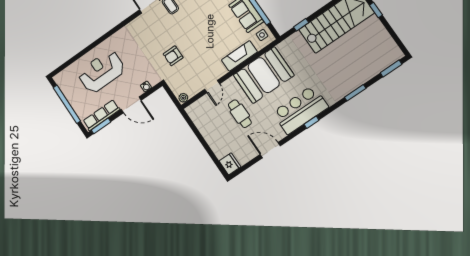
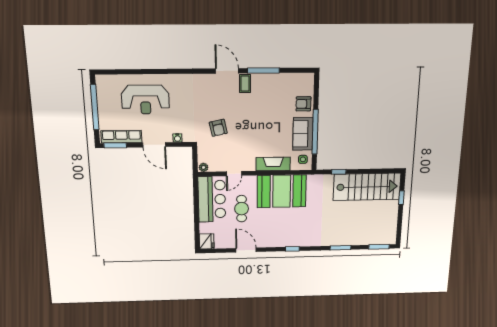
armchair: (173, 56) -> (218, 128), turned -102
reception desk: (101, 72) -> (145, 100), turned 180
bar counter: (300, 110) -> (212, 199), moved, turned 90

